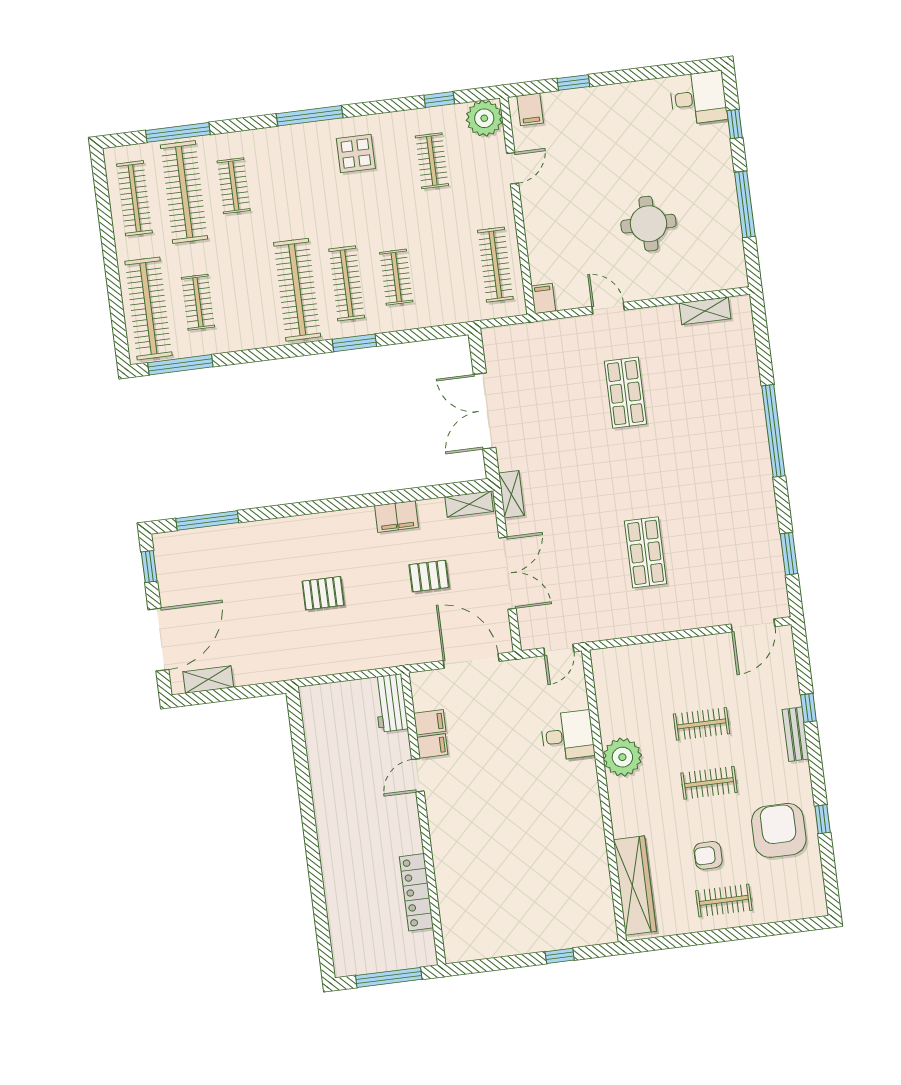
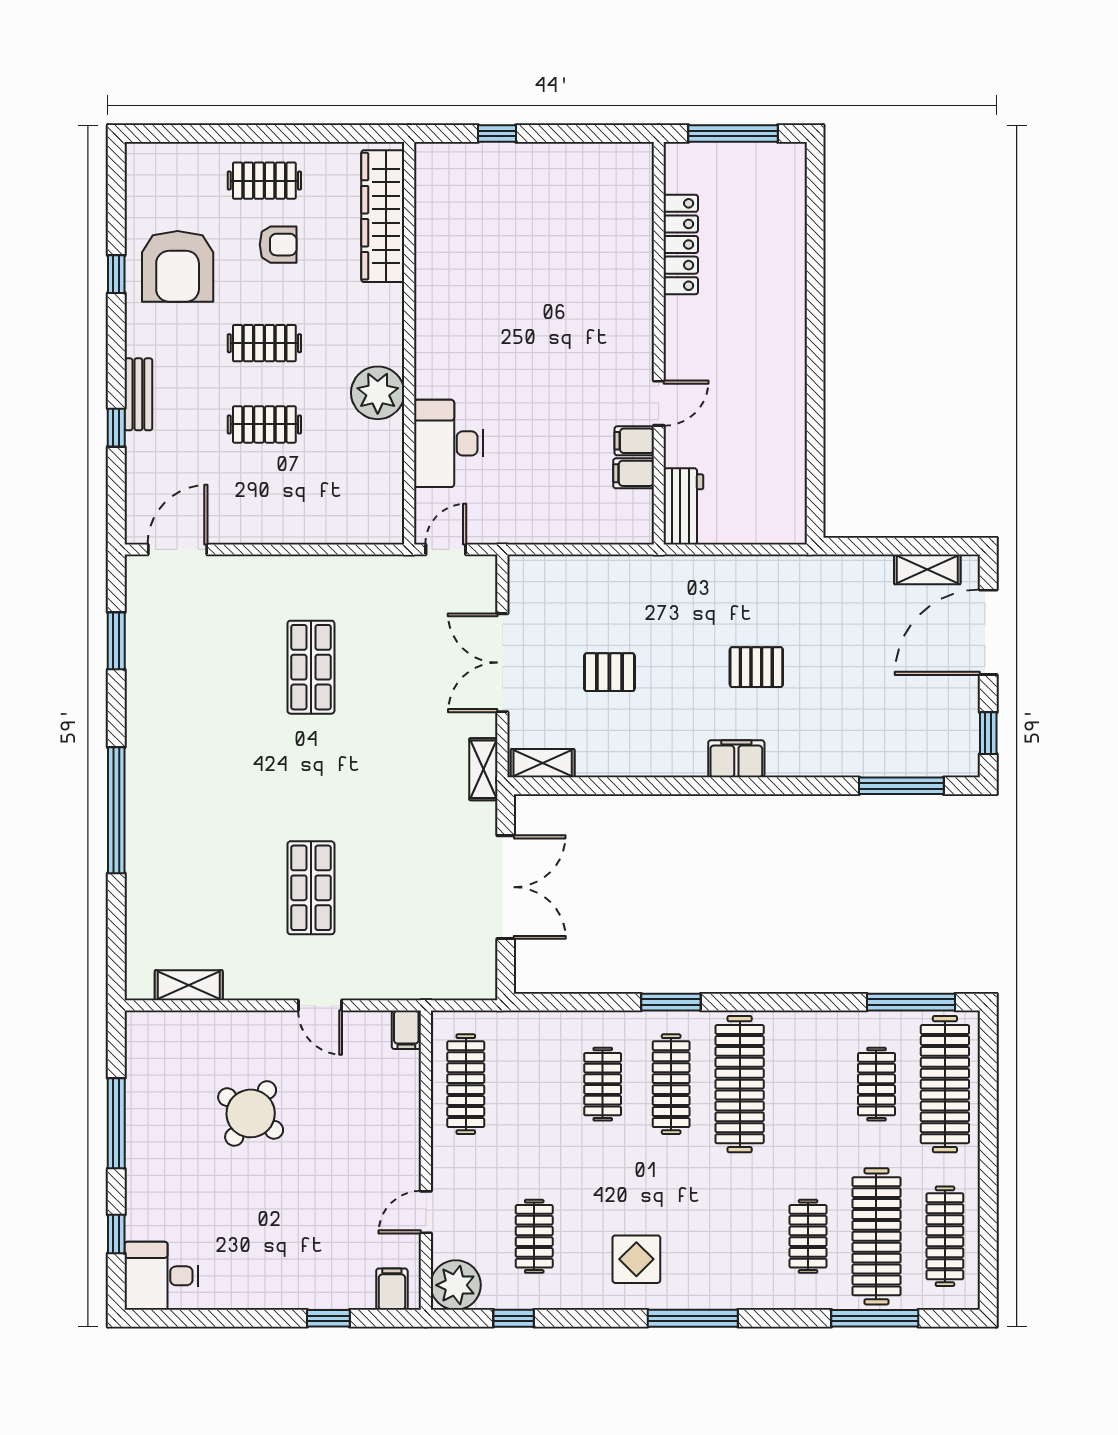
round table: (648, 224) -> (251, 1113), turned 35
filing cabinet: (397, 516) -> (736, 759), moved
door: (471, 661) -> (567, 549), removed
desk: (568, 736) -> (449, 443), width x1.37

